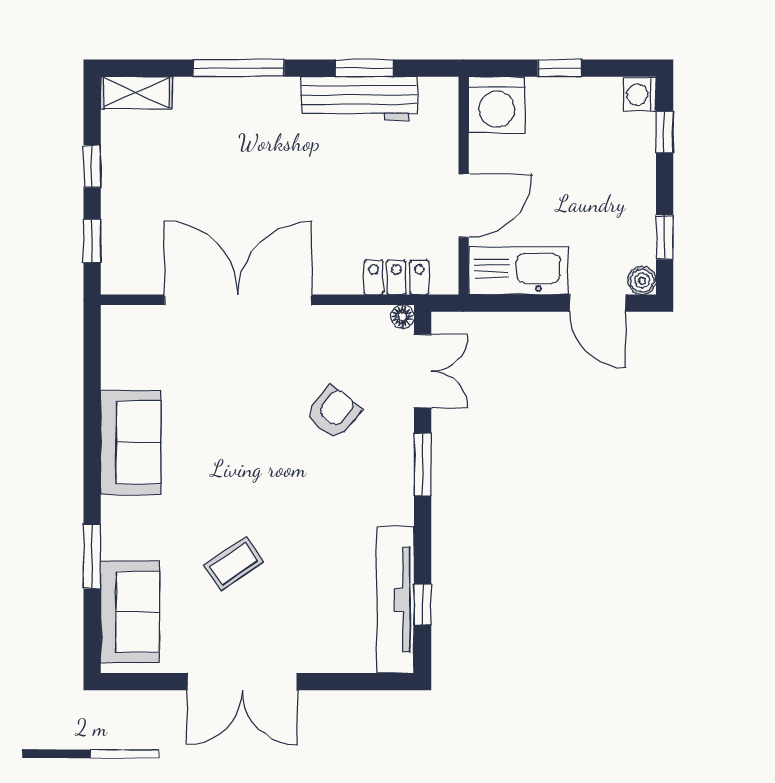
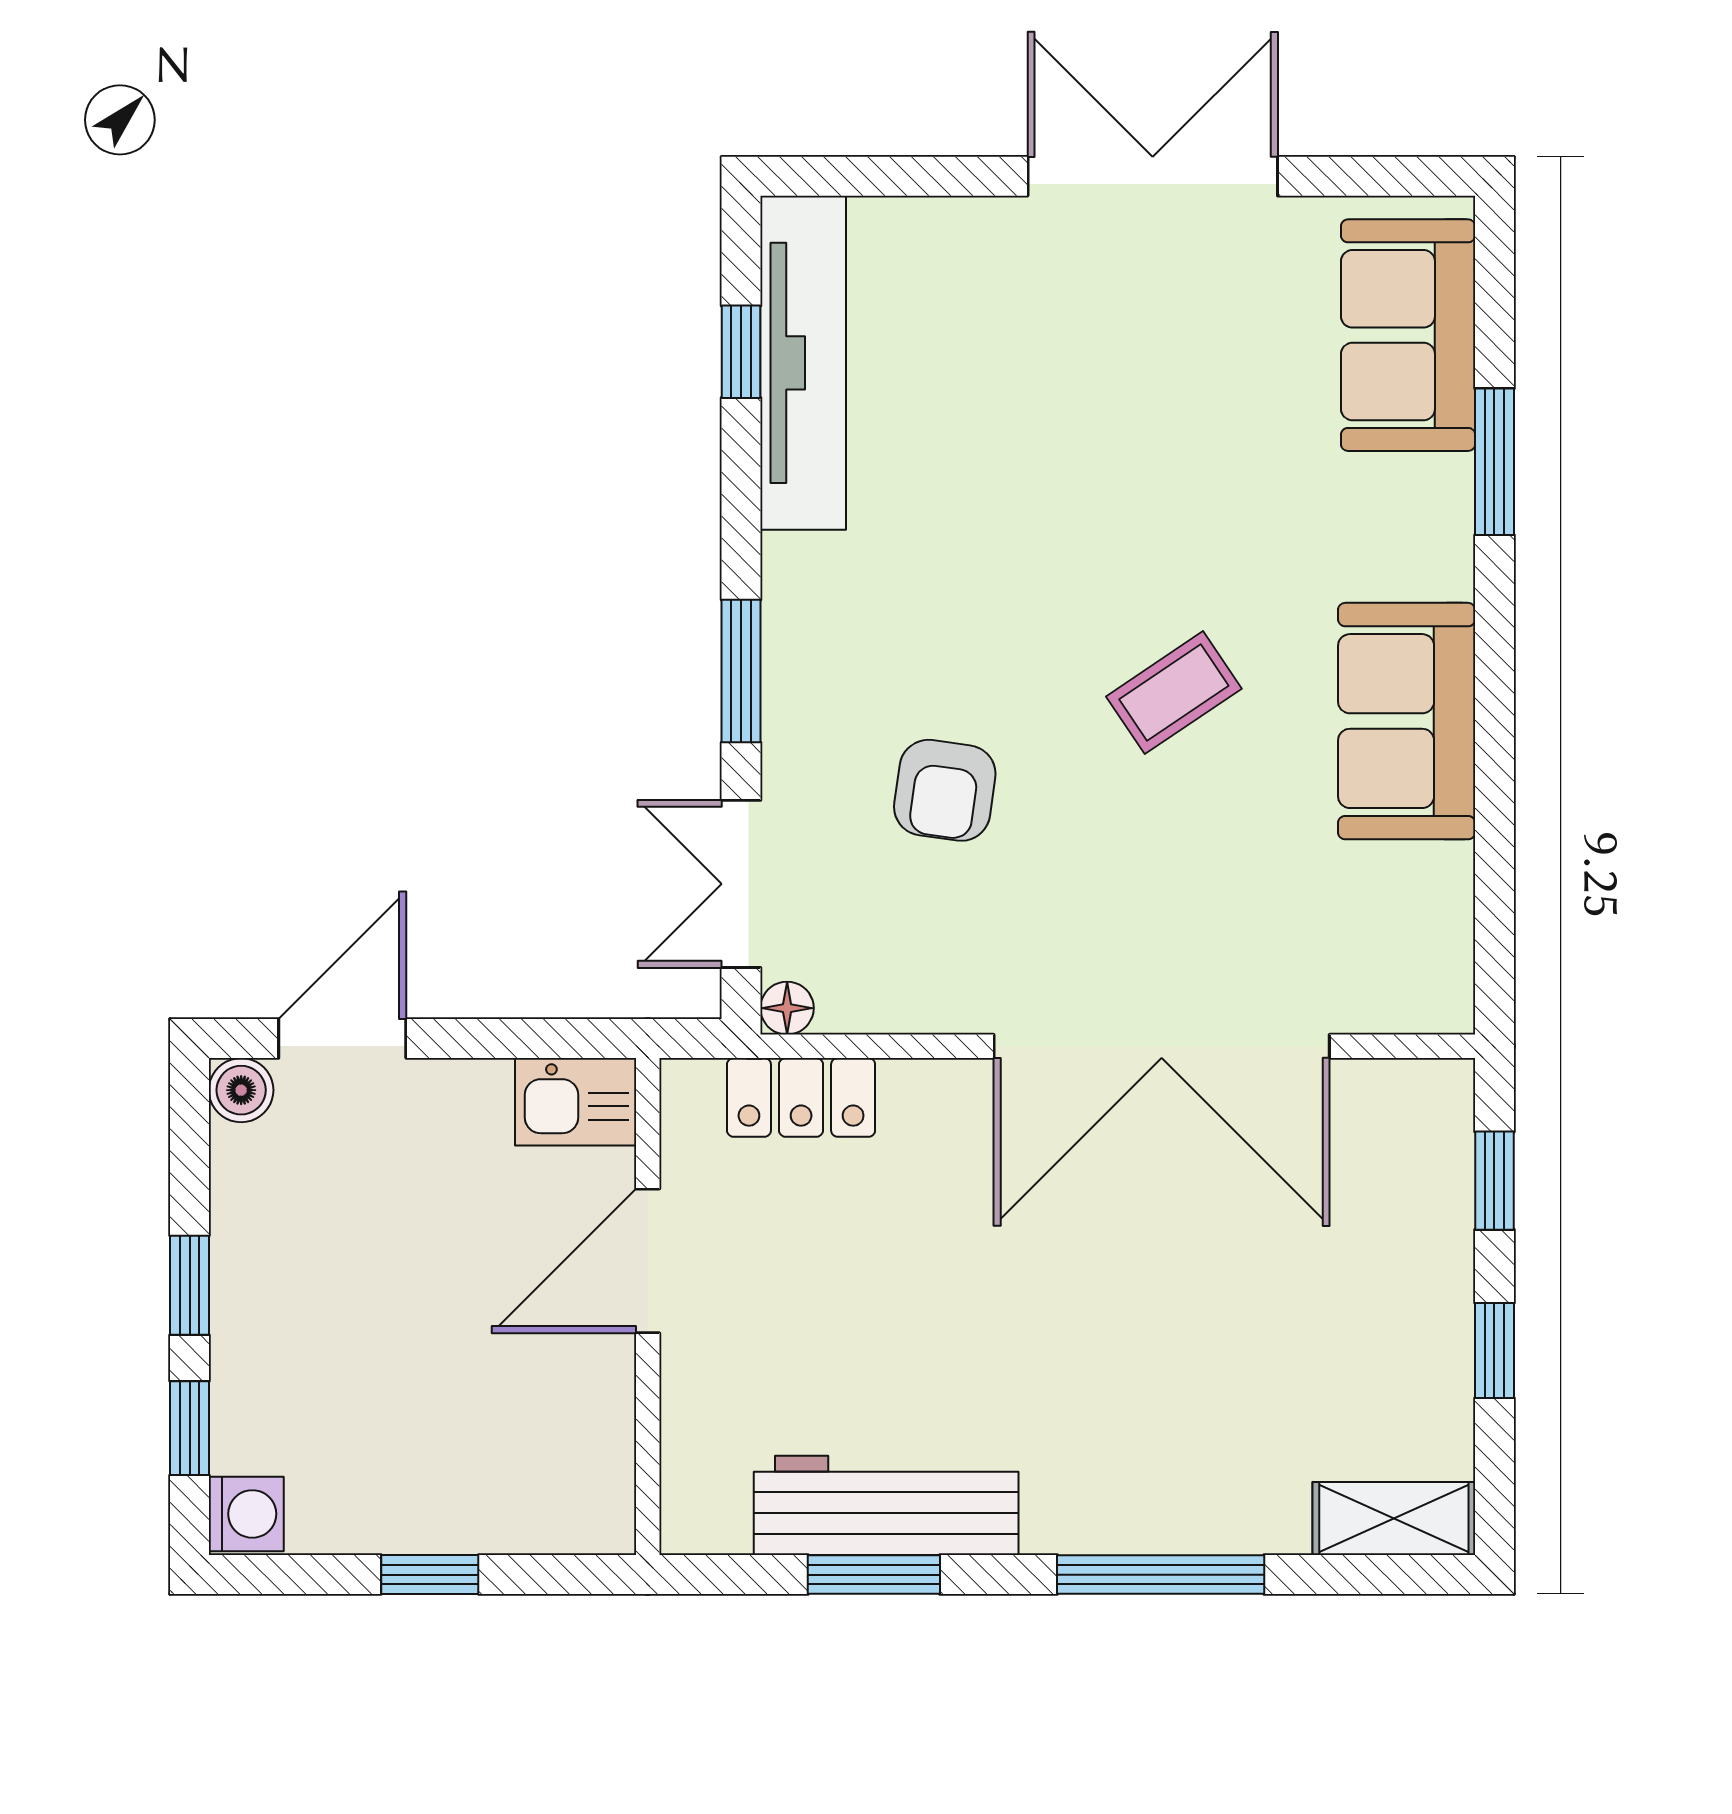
washing machine: (497, 105) -> (572, 1491), removed
window: (665, 237) -> (190, 1285), moved
kitchen sink: (518, 271) -> (576, 1102), width x0.53, depth x0.81
door: (598, 303) -> (342, 1039), hinge flipped
armchair: (333, 412) -> (945, 790), turned -32
coffee table: (234, 564) -> (1174, 693), moved

